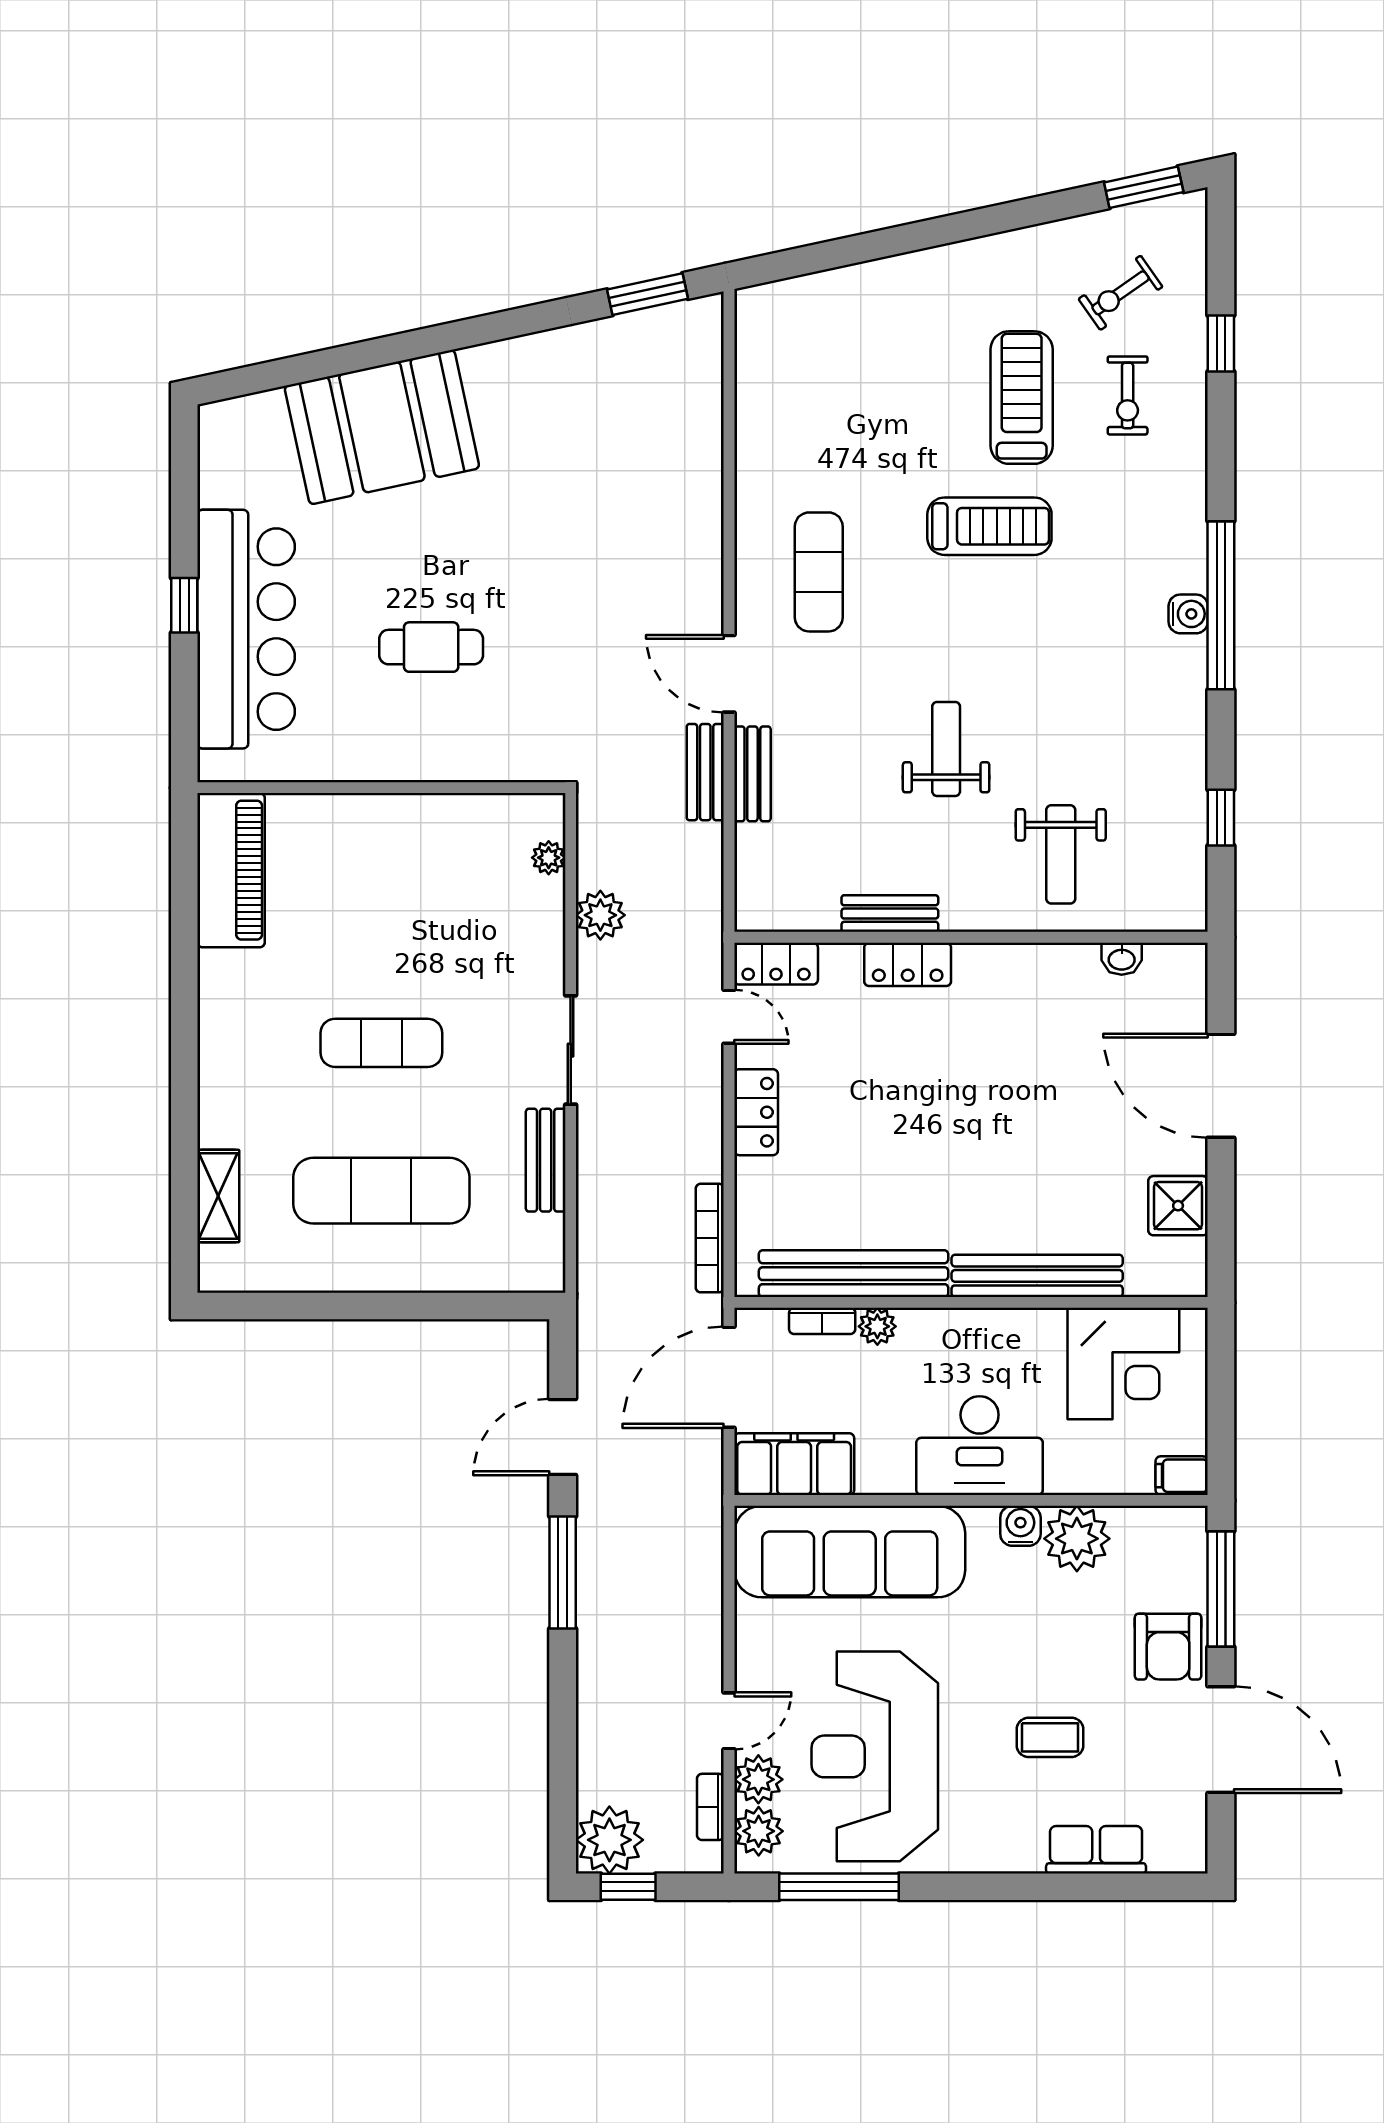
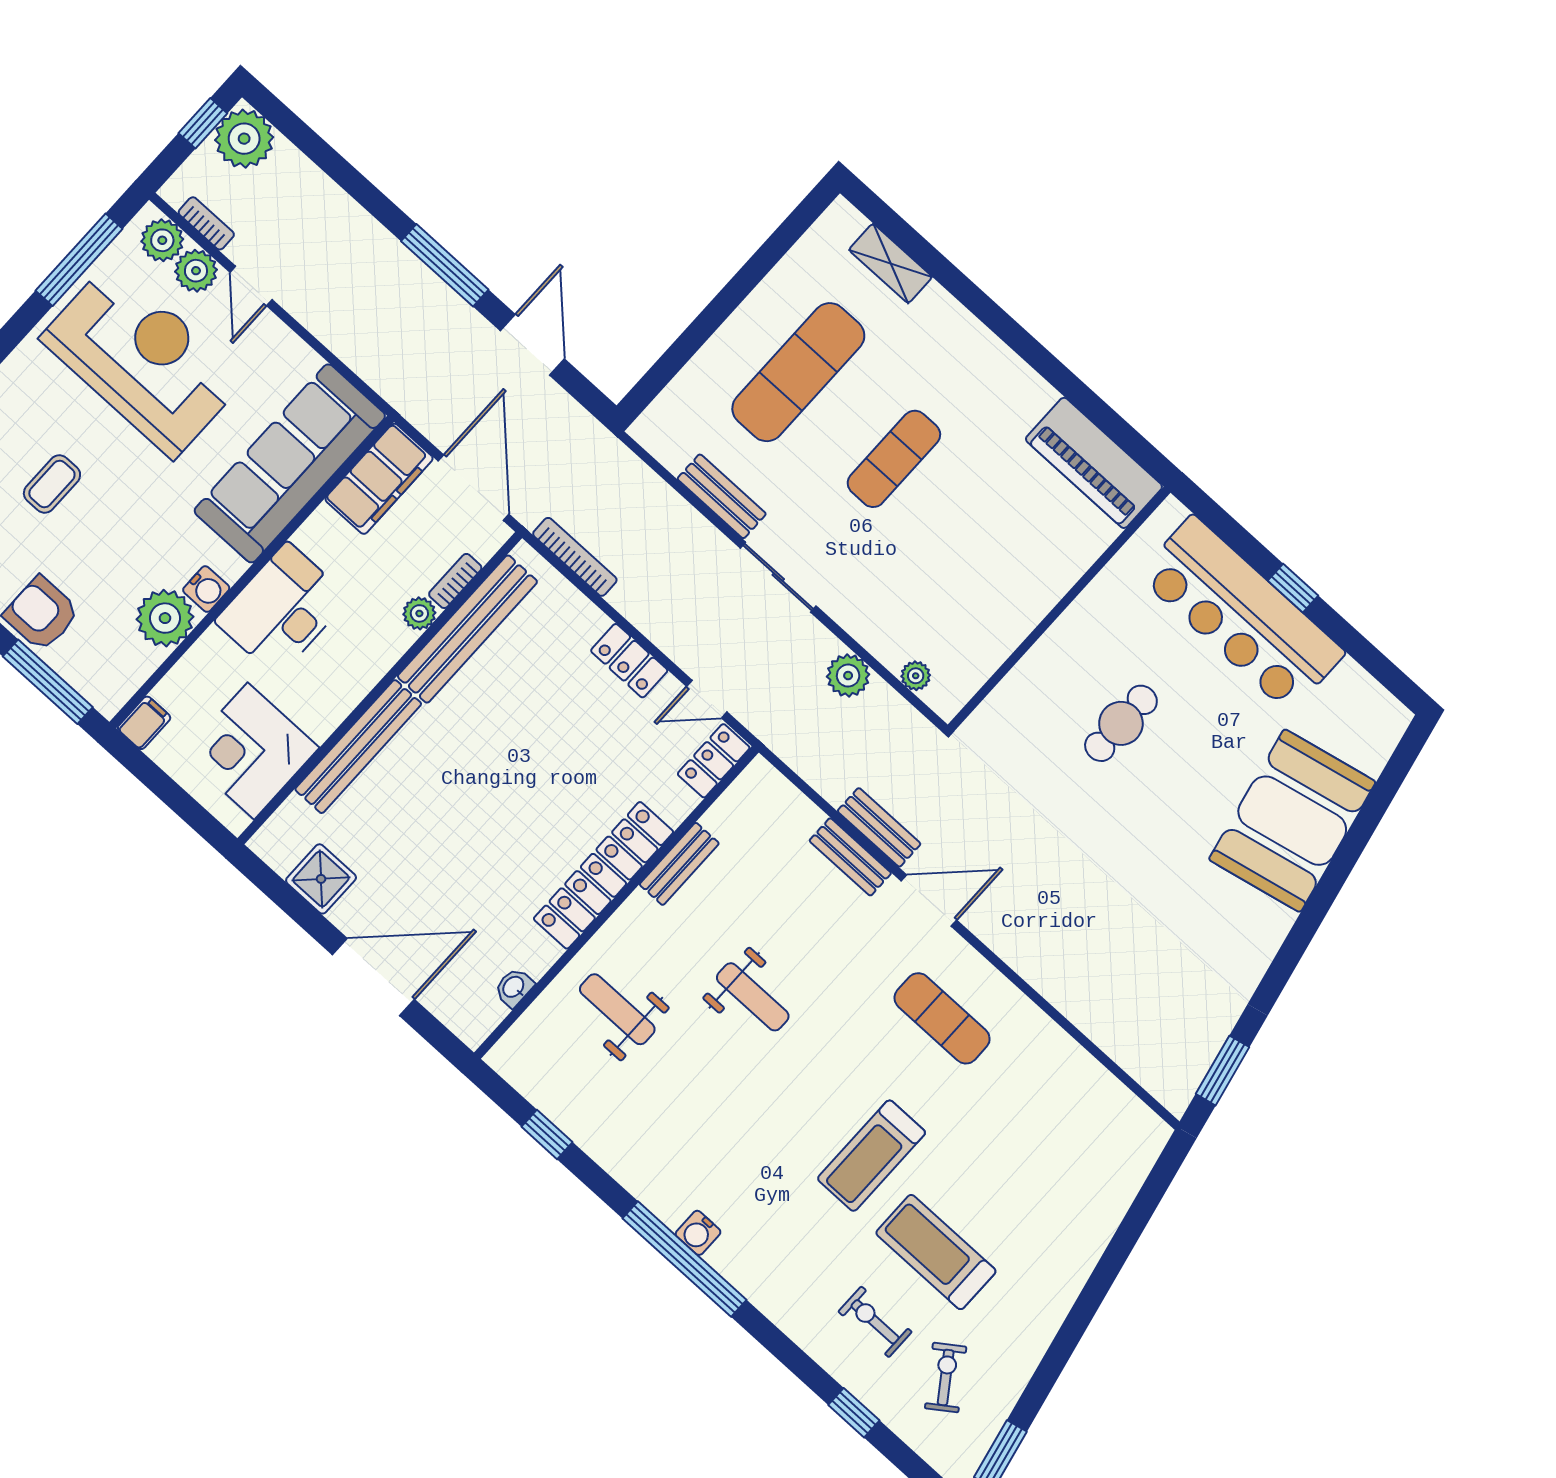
treadmill: (1022, 398) -> (936, 1252), turned 180
locker: (908, 964) -> (604, 875), width x2.16, depth x1.21

